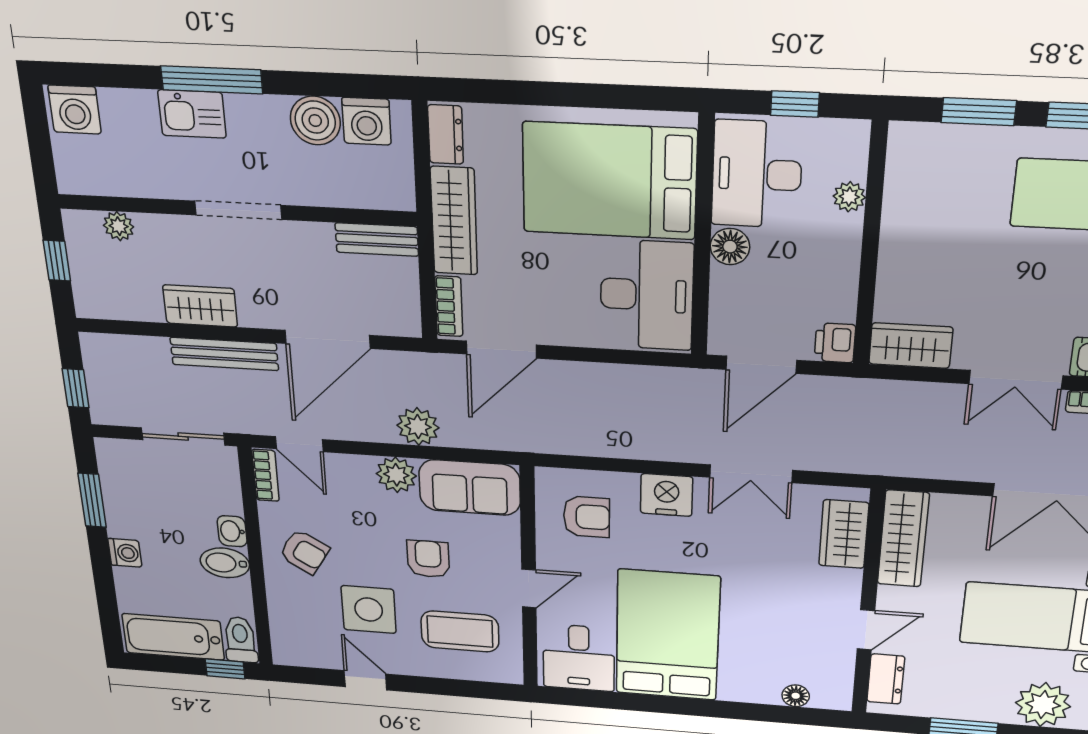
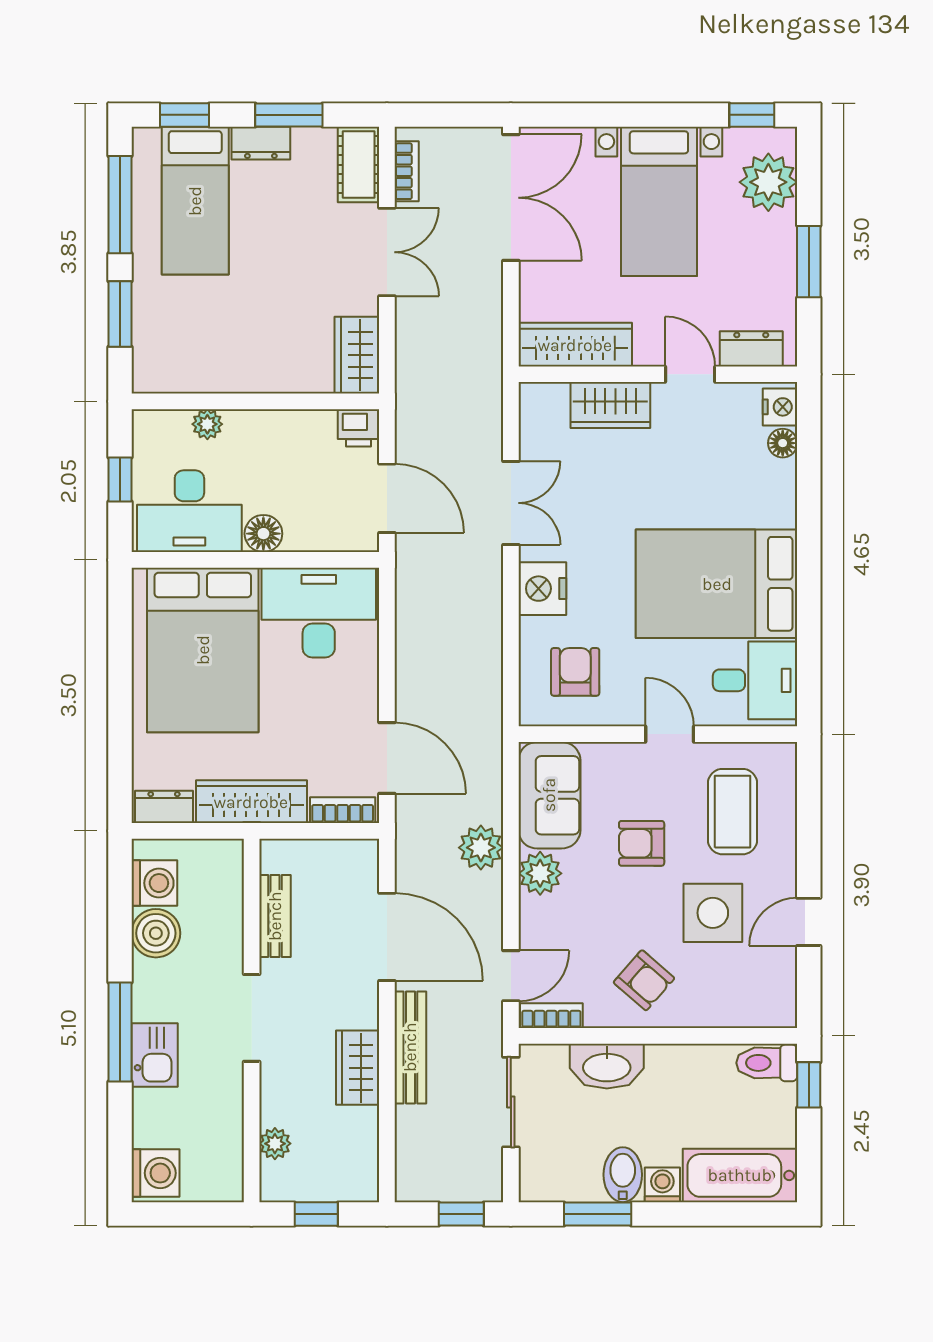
bench: (377, 239) -> (275, 916), moved
washbasin: (232, 531) -> (607, 1066), width x1.91, depth x1.45
wardrobe: (844, 534) -> (610, 405), moved
armchair: (304, 552) -> (644, 980), turned 100
bidet: (225, 563) -> (623, 1175), moved, turned 180
bathtub: (173, 637) -> (740, 1175), moved, turned 90
nightstand: (829, 696) -> (780, 407), added

